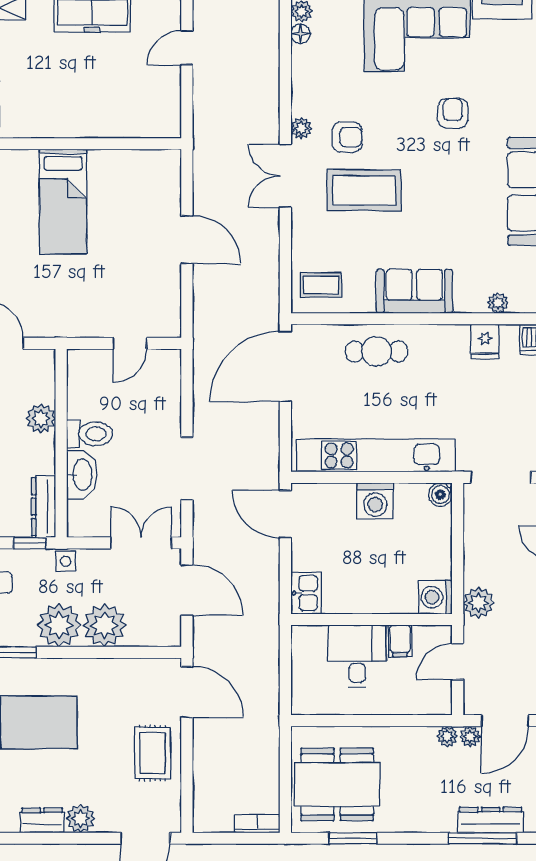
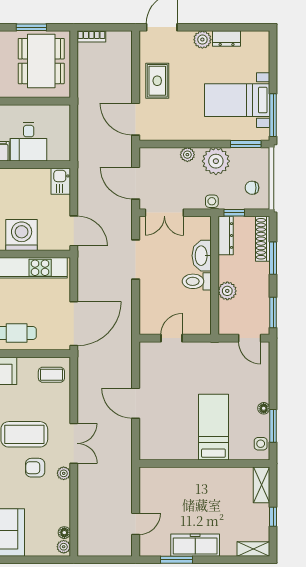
washing machine: (375, 501) -> (22, 235), width x1.37, depth x1.37
plant: (104, 625) -> (187, 155), width x0.53, depth x0.53
dining table: (337, 784) -> (41, 61), turned 90

